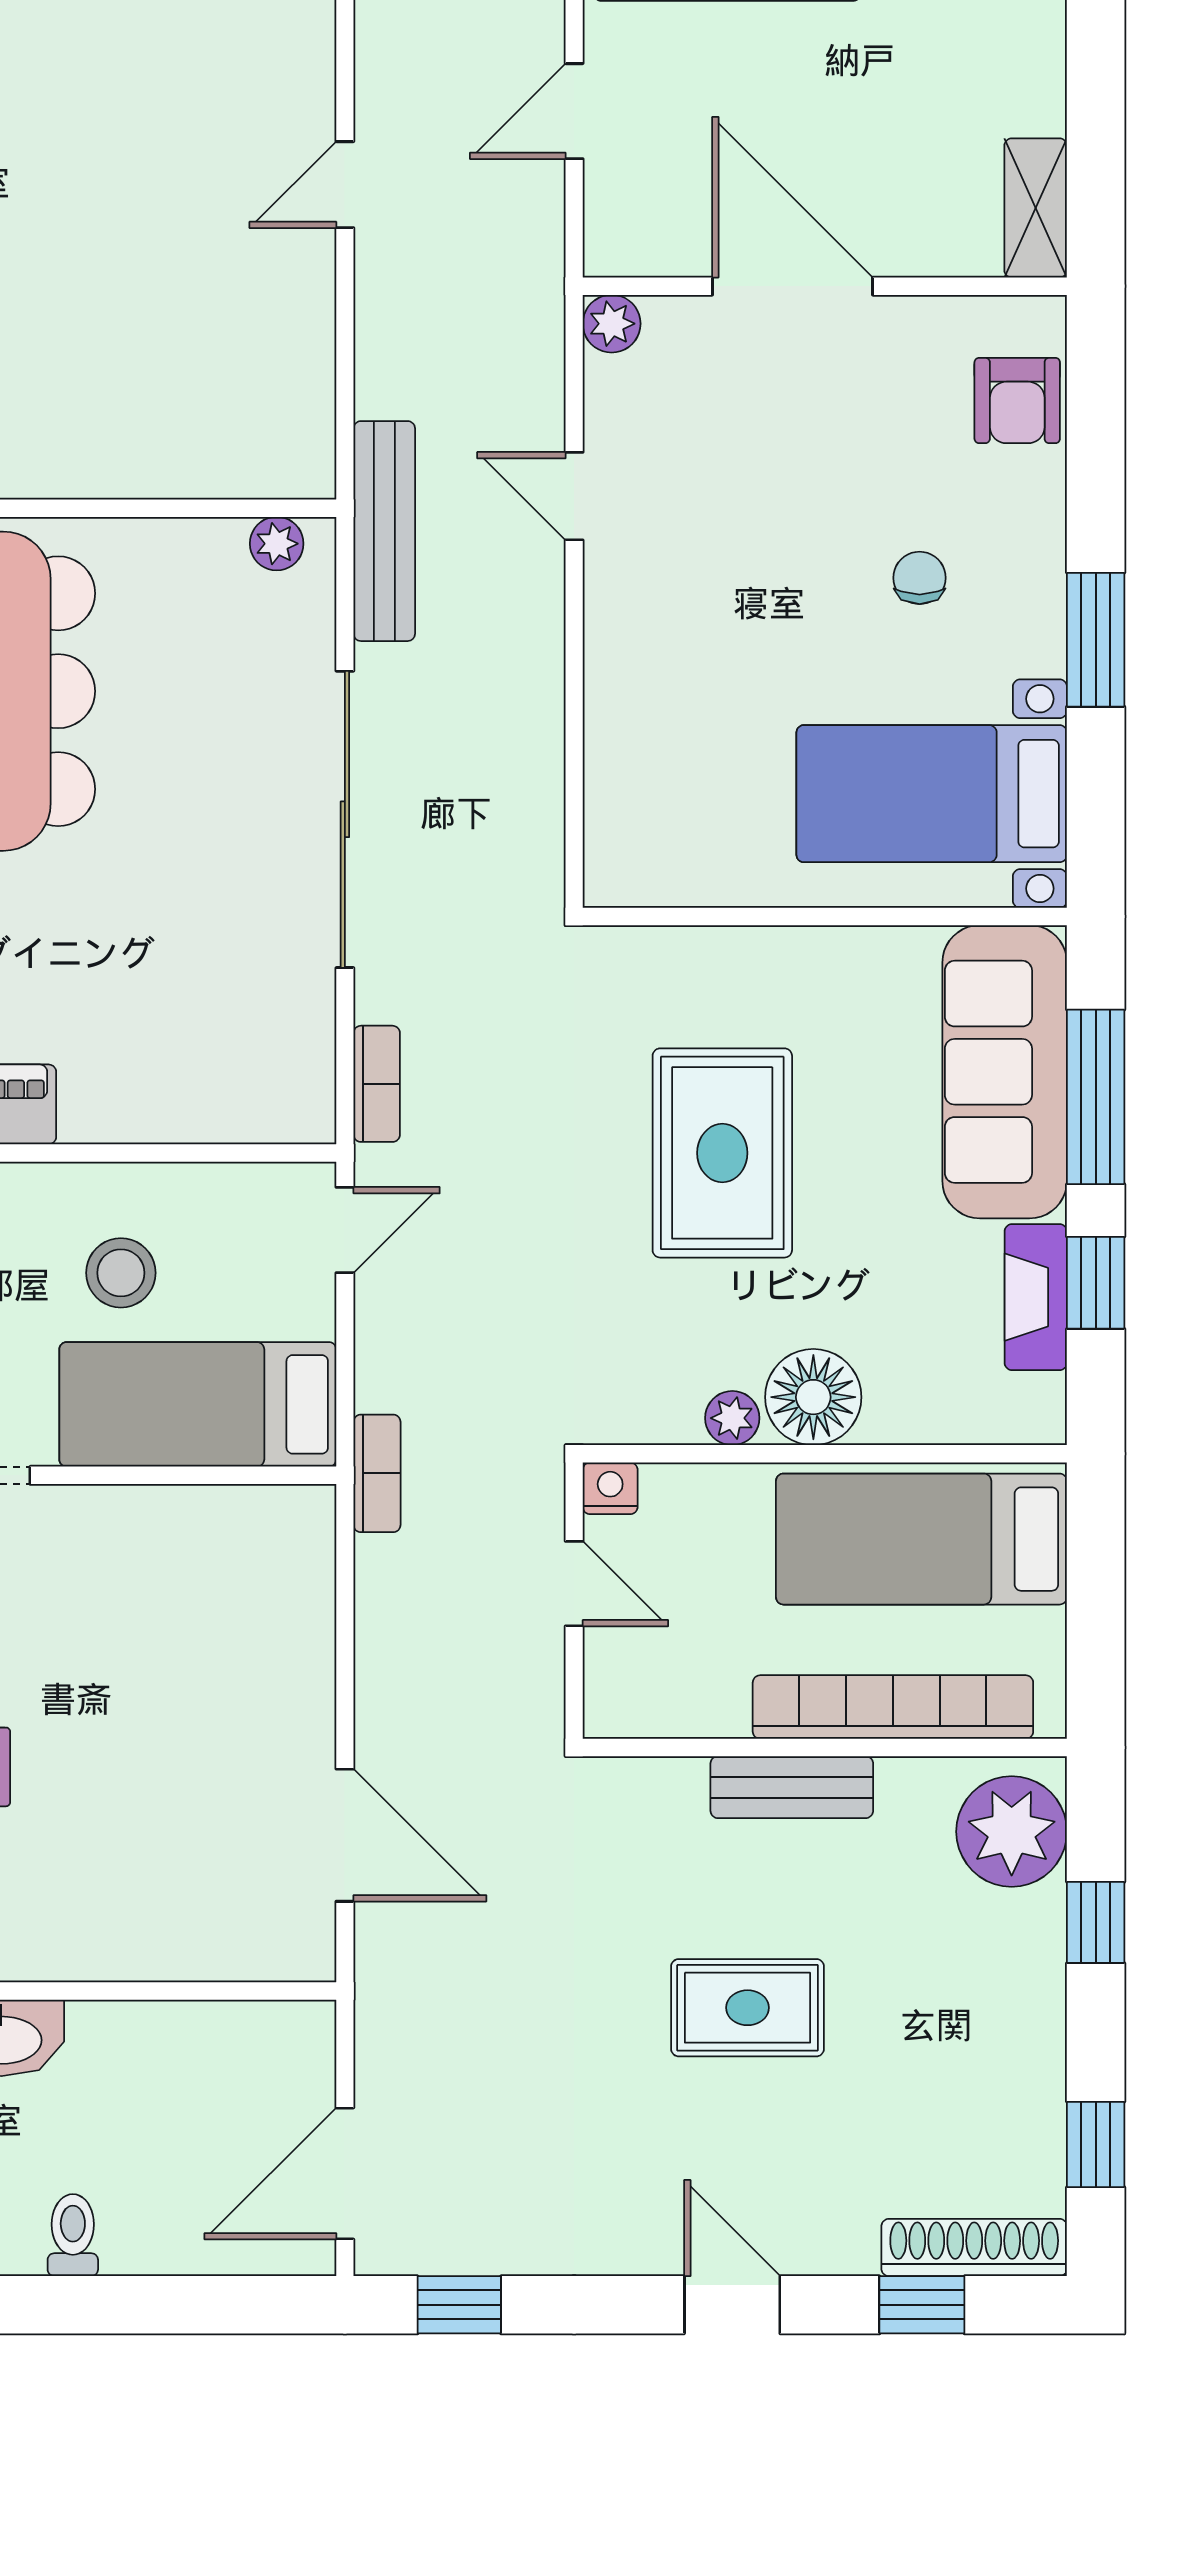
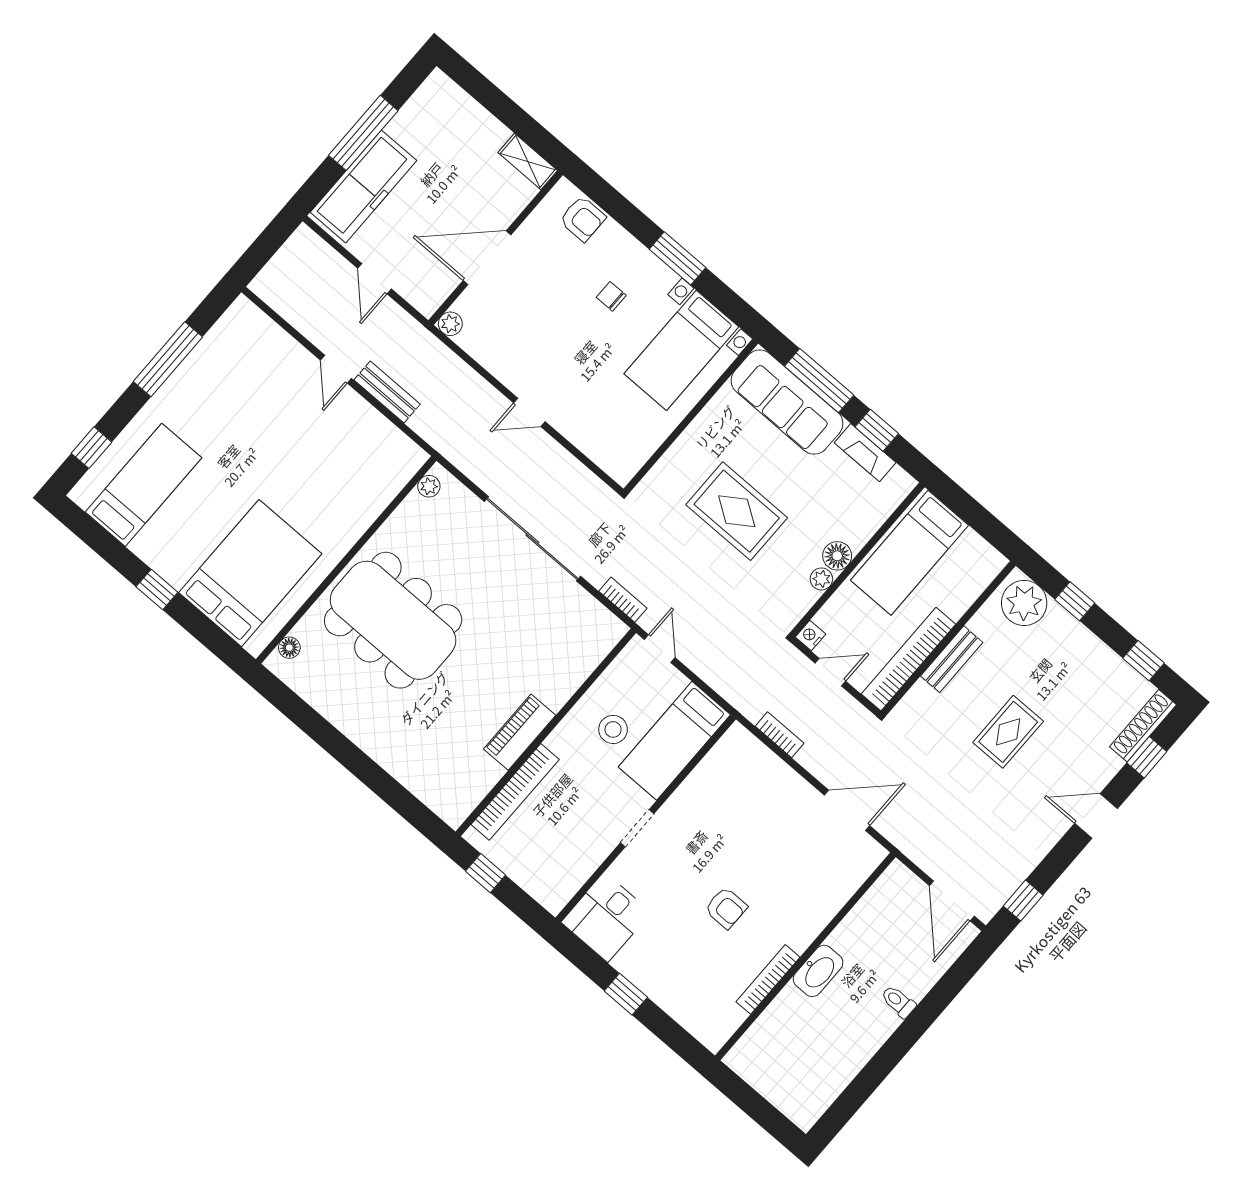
door: (574, 496) -> (529, 412), moved
bench: (384, 531) -> (387, 392), moved, width x0.73
floor lamp: (813, 1397) -> (837, 556), width x0.73, depth x0.73
bookcase: (377, 1473) -> (780, 735), moved
bookcase: (893, 1707) -> (908, 659), moved

